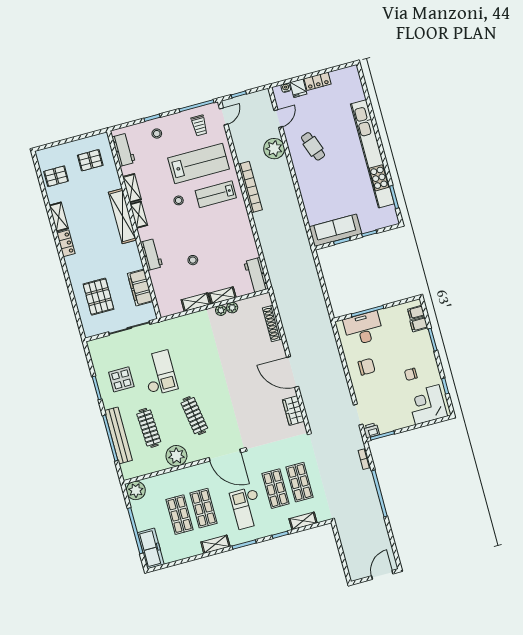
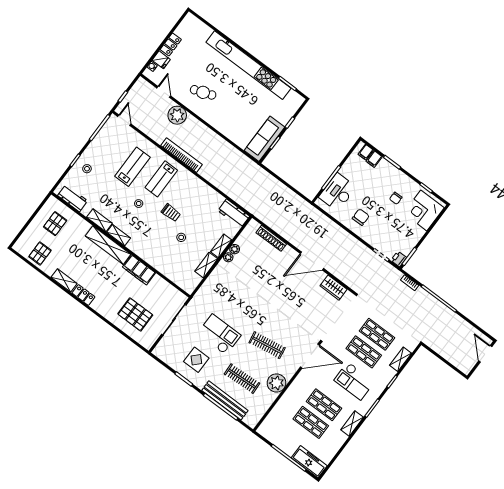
trolley: (199, 126) -> (171, 213), moved
lab bench: (199, 163) -> (132, 167), width x0.73, depth x0.72
workbench: (151, 254) -> (149, 256), removed
filing cabinet: (140, 288) -> (139, 270), moved
plant: (136, 490) -> (267, 429), removed

